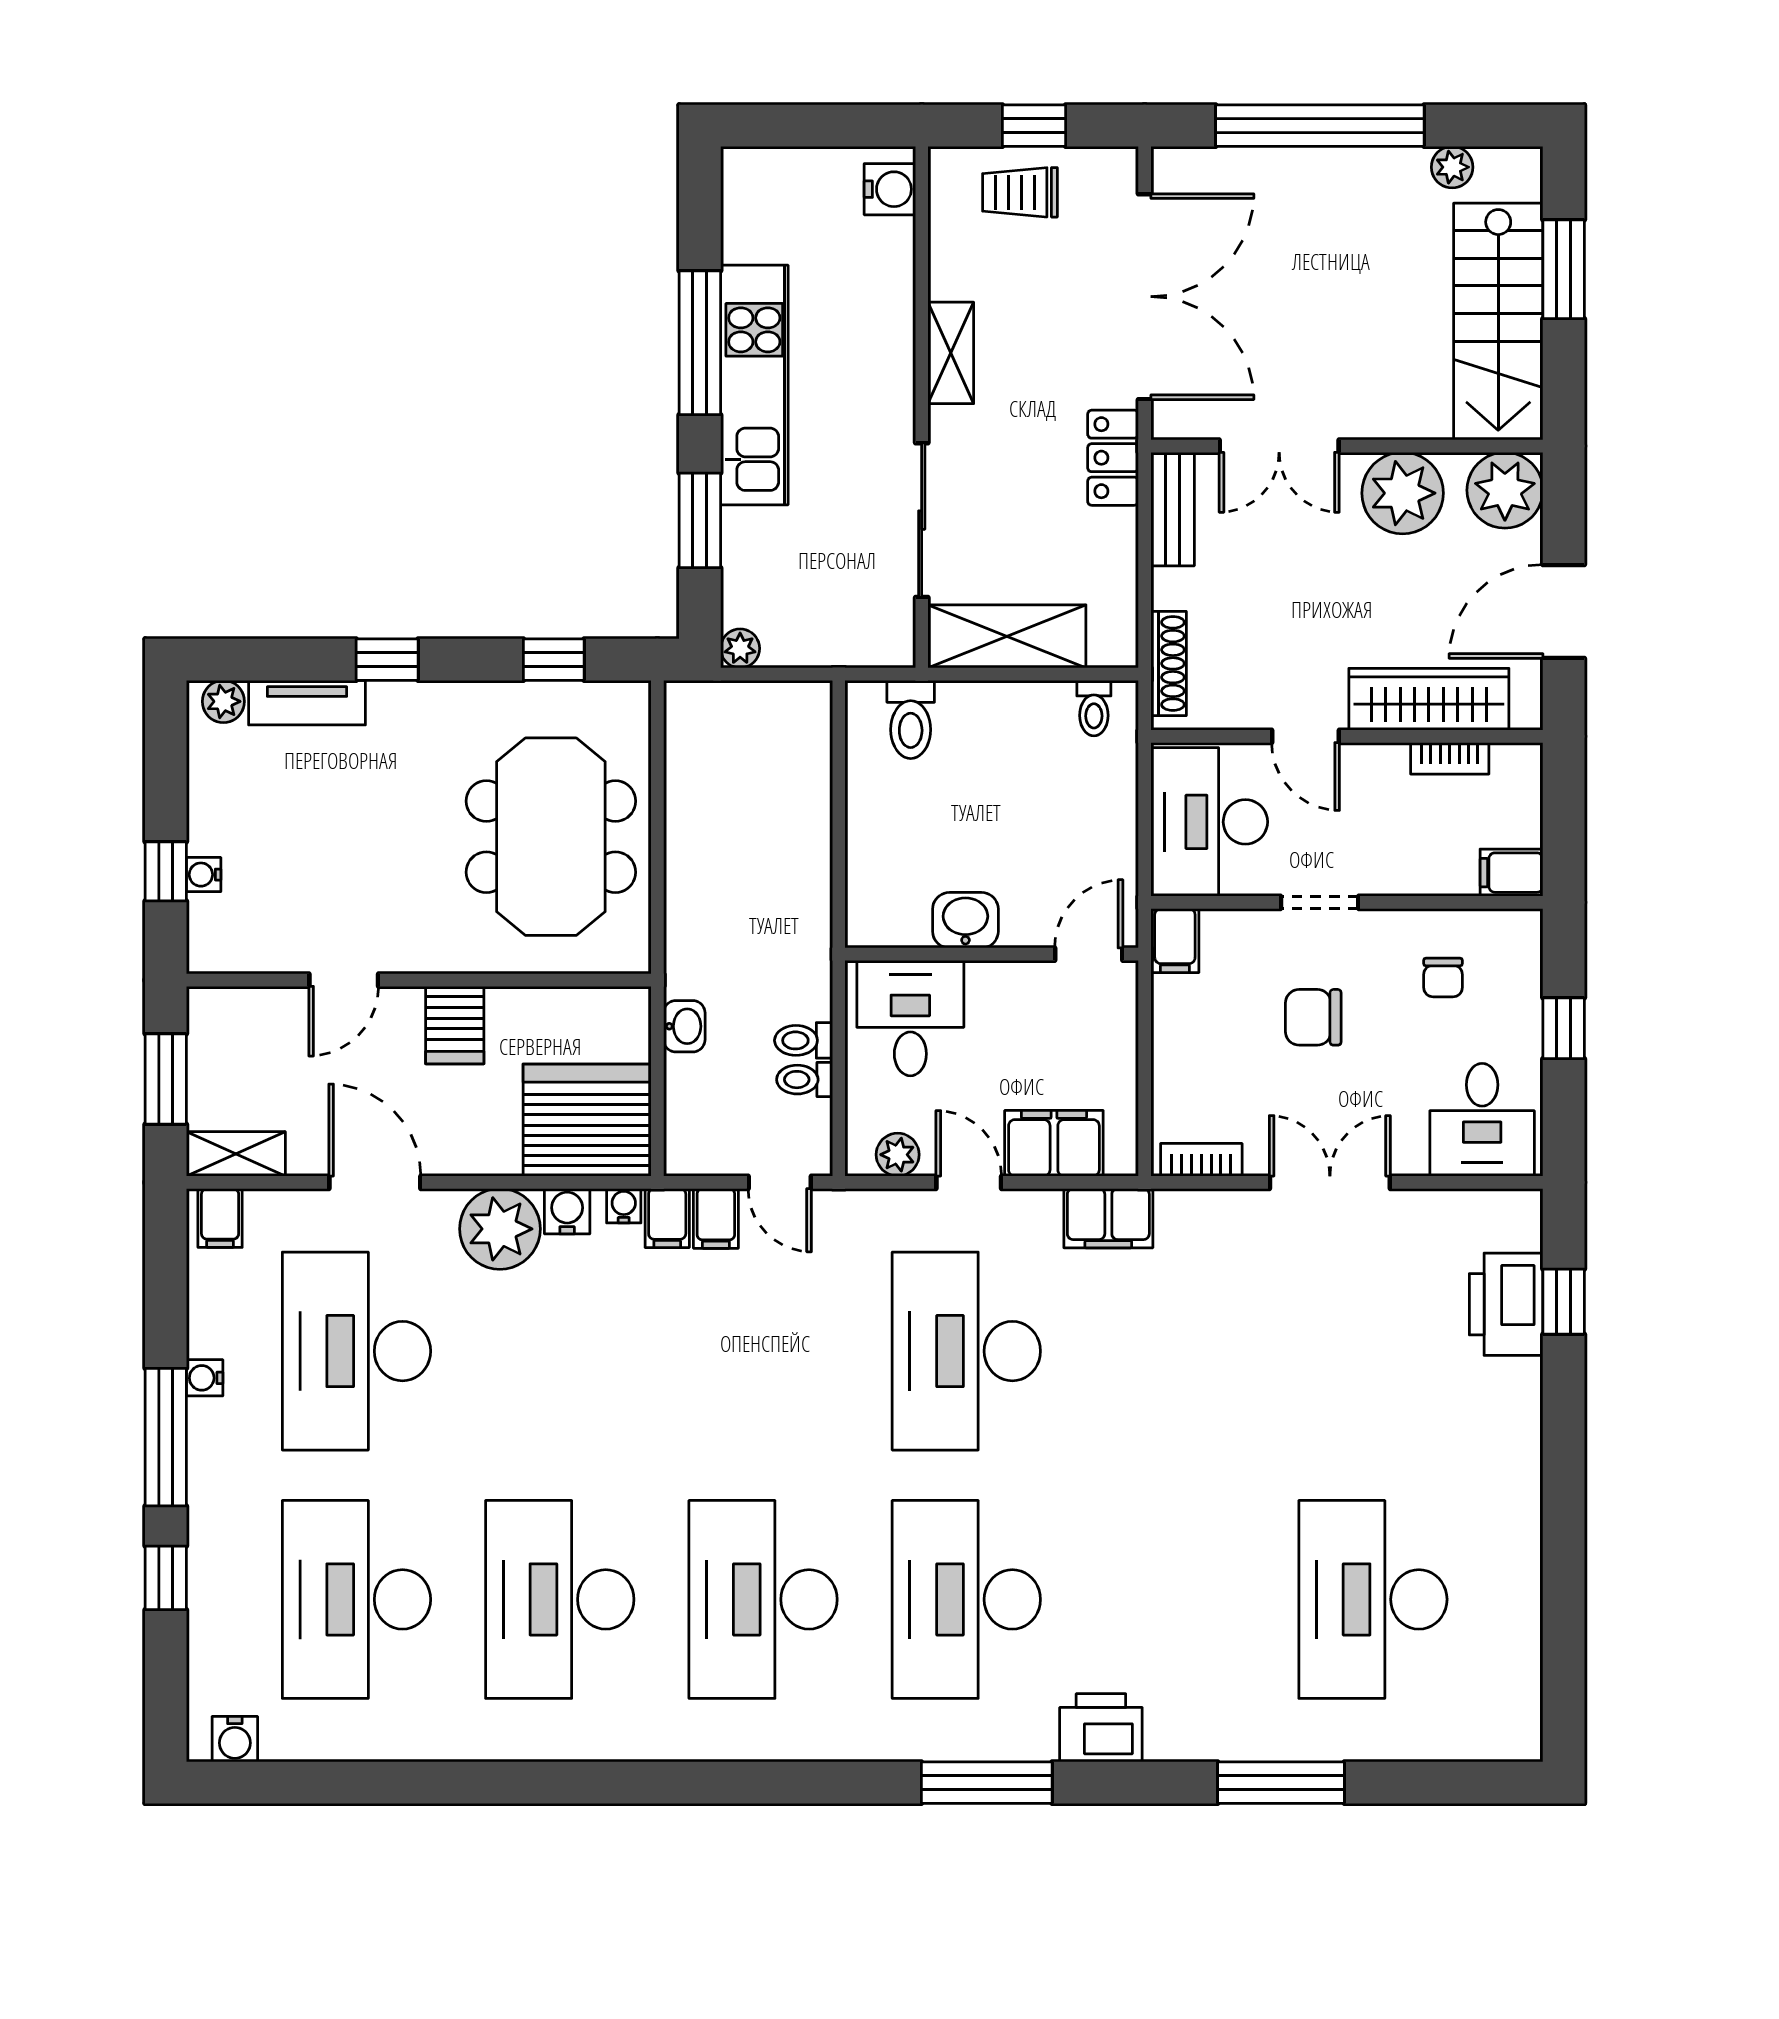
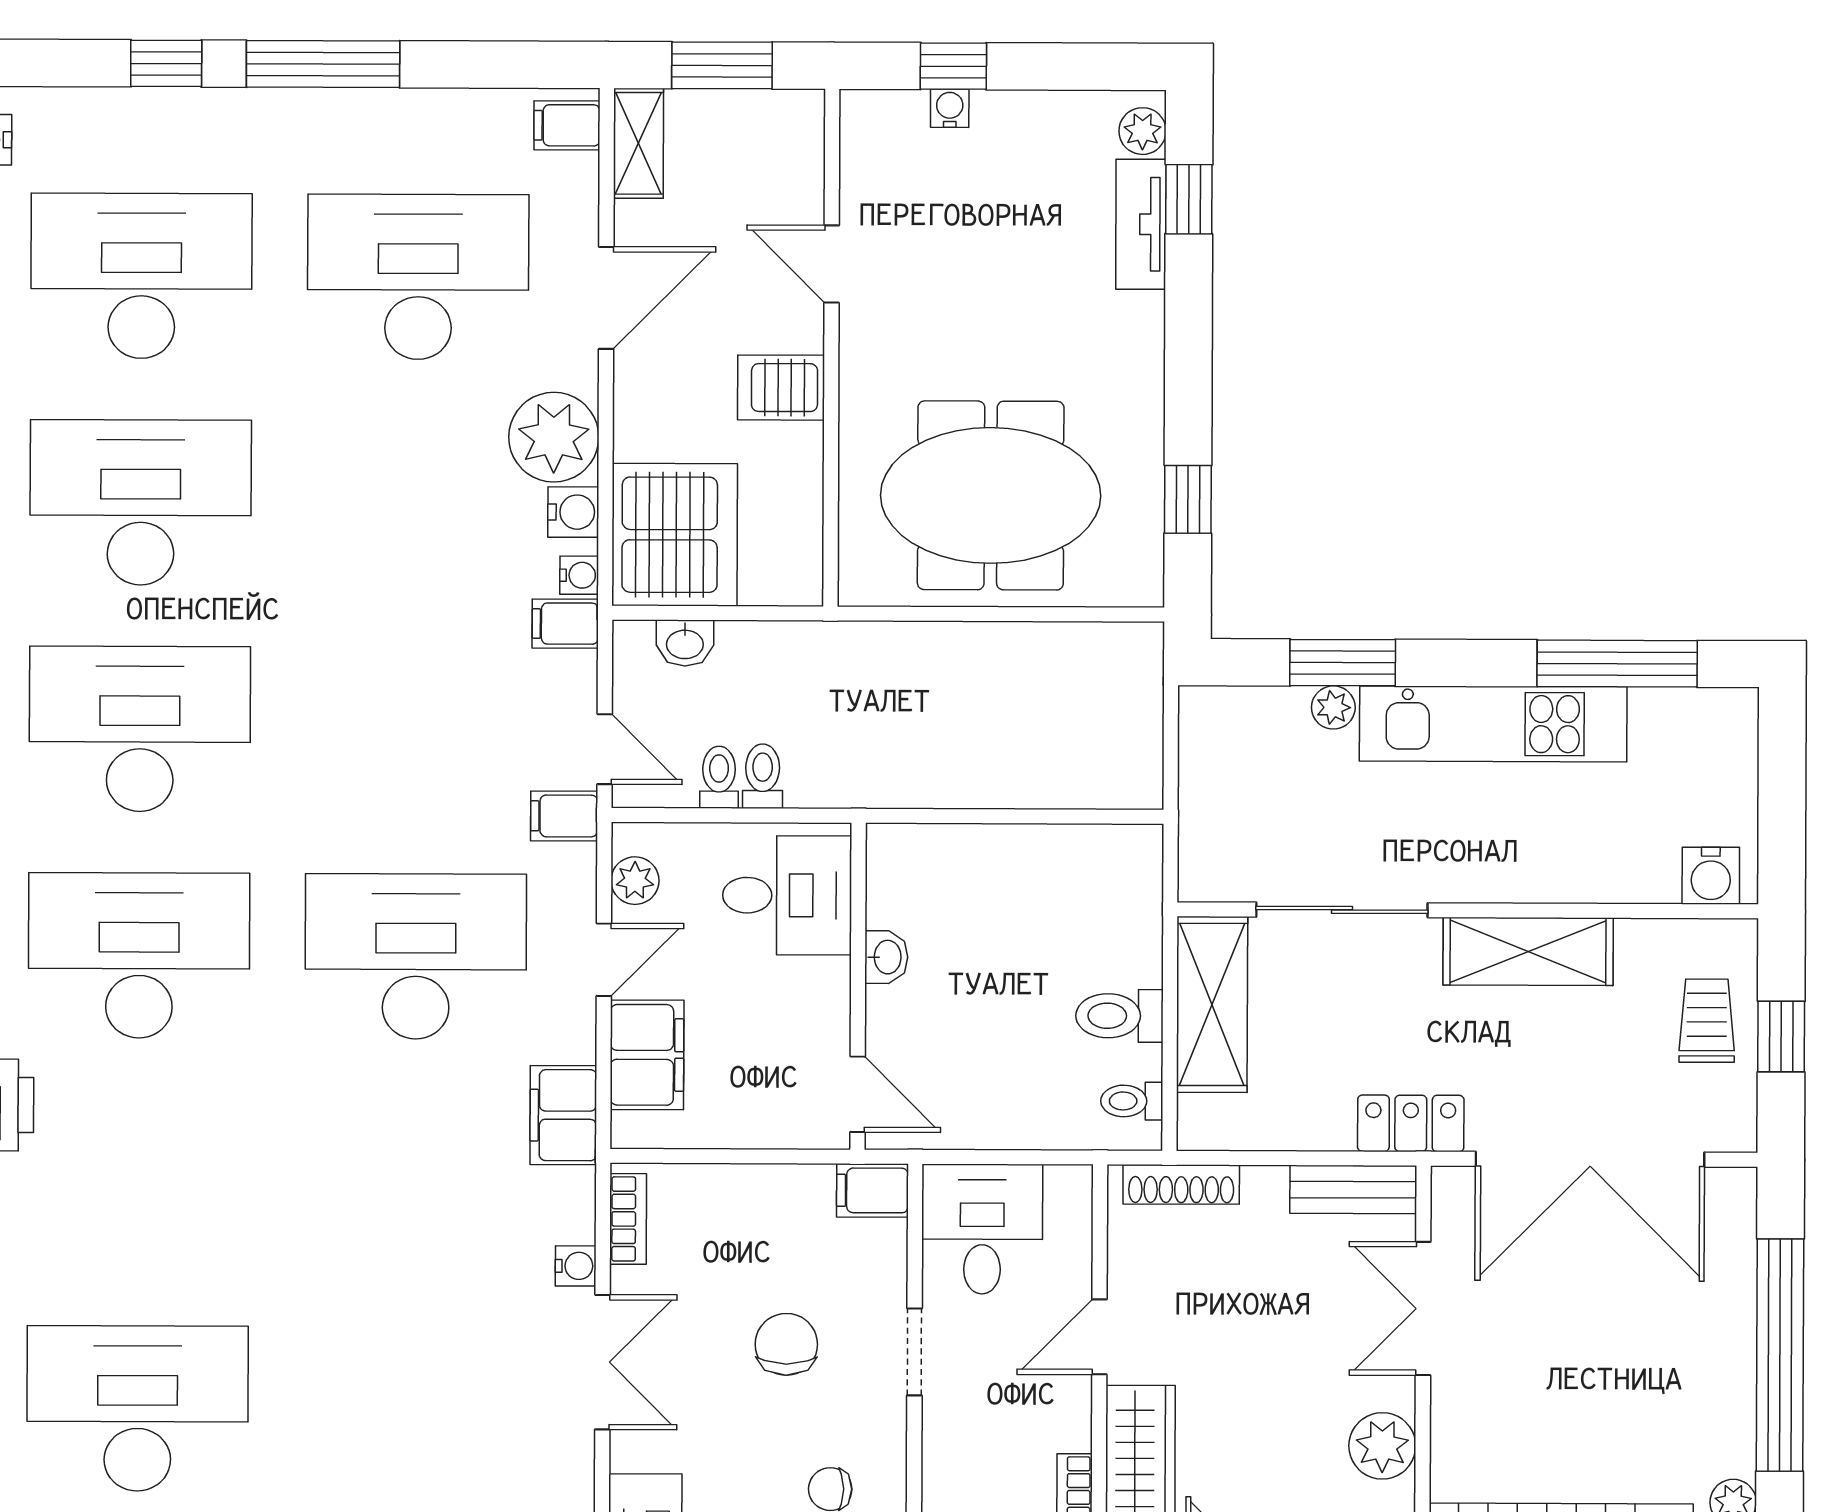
window: (700, 343) -> (1617, 664), moved
shelving: (951, 353) -> (1528, 951), width x1.50, depth x1.33
plant: (1403, 493) -> (1382, 1446), width x0.73, depth x0.73
plant: (740, 648) -> (1333, 707), moved
window: (387, 660) -> (1189, 199), moved
toilet: (911, 719) -> (1119, 1016), moved
desk: (1209, 822) -> (982, 1229), width x0.73
washbasin: (965, 920) -> (886, 957), width x0.72, depth x0.69
washbasin: (684, 1026) -> (685, 643), moved
door: (780, 1182) -> (605, 749), swing flipped
filing cabinet: (716, 1218) -> (564, 816), moved
water cooler: (205, 1378) -> (576, 1266), moved, turned 90

